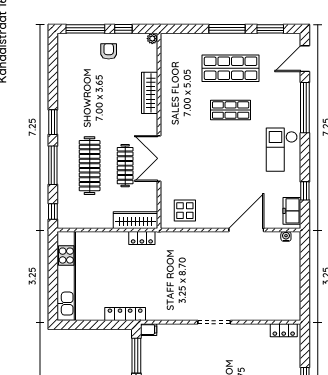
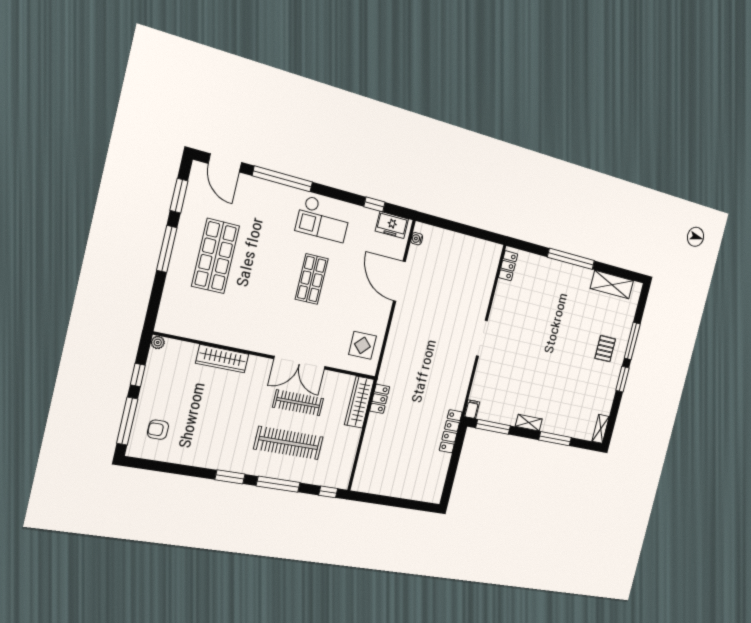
armchair: (109, 51) -> (158, 430), moved
shop shelf: (231, 110) -> (312, 279), moved
kitchen unit: (66, 276) -> (398, 487), removed

